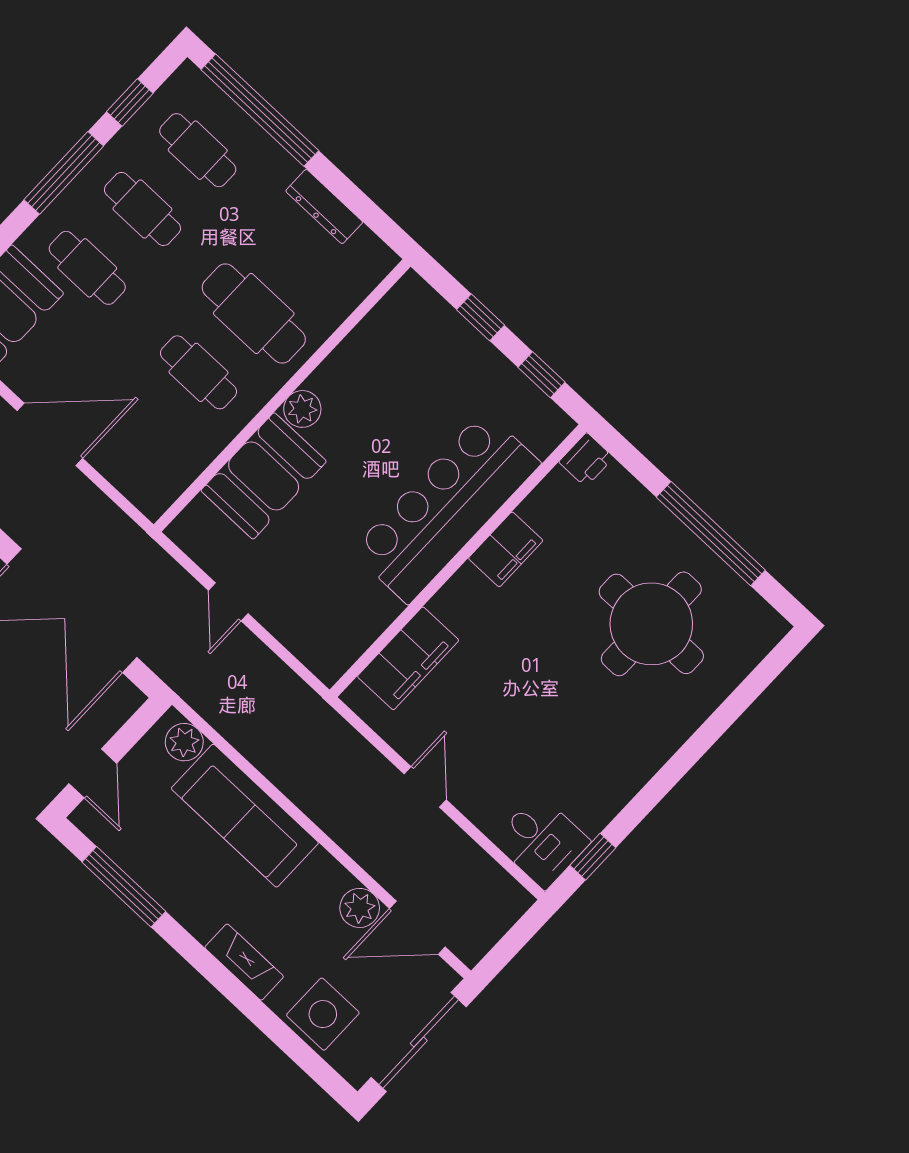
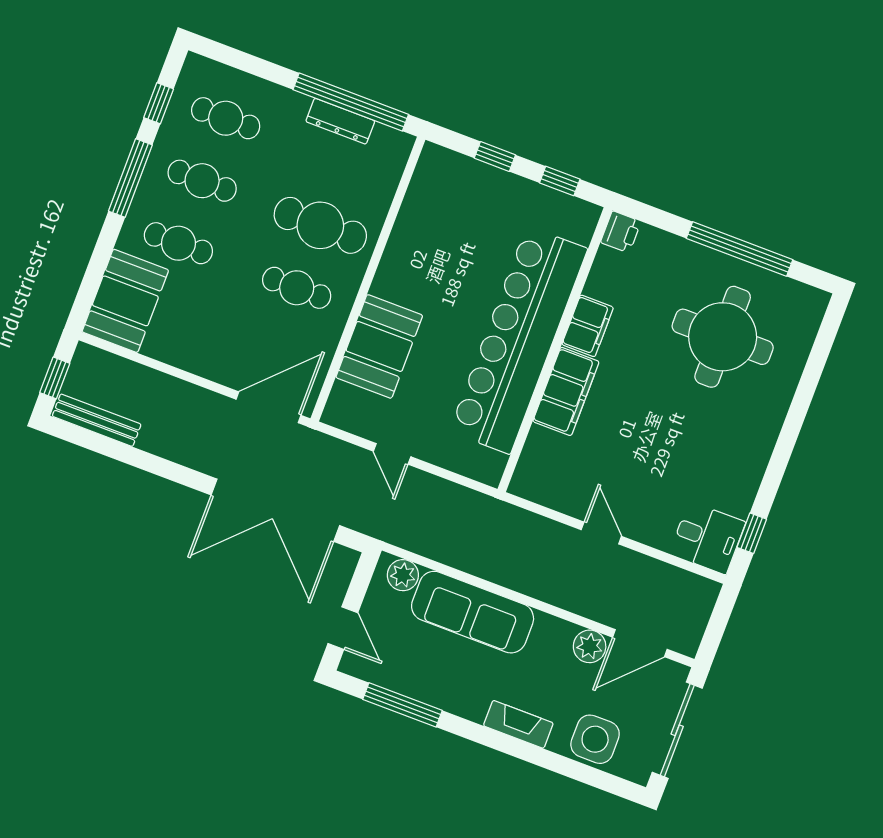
window: (260, 110) -> (351, 102), moved
plant: (302, 409) -> (388, 283), removed
door: (50, 434) -> (268, 407), moved
bar counter: (446, 507) -> (518, 340), width x1.36
filing cabinet: (408, 658) -> (566, 391), moved

